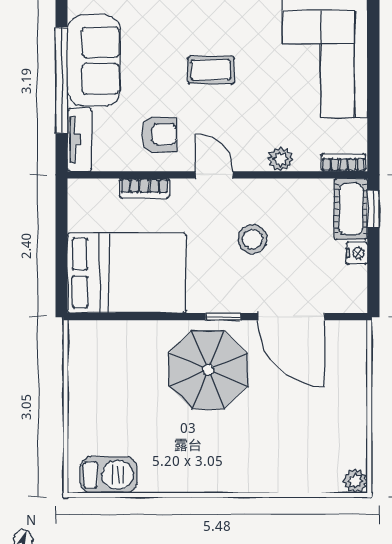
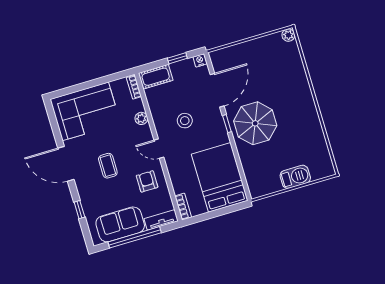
door: (214, 175) -> (159, 149), hinge flipped
bookcase: (144, 188) -> (183, 207), moved
window: (373, 209) -> (177, 58), moved
nightstand: (357, 253) -> (200, 60), moved
barbecue: (109, 475) -> (295, 177), moved, turned 90

